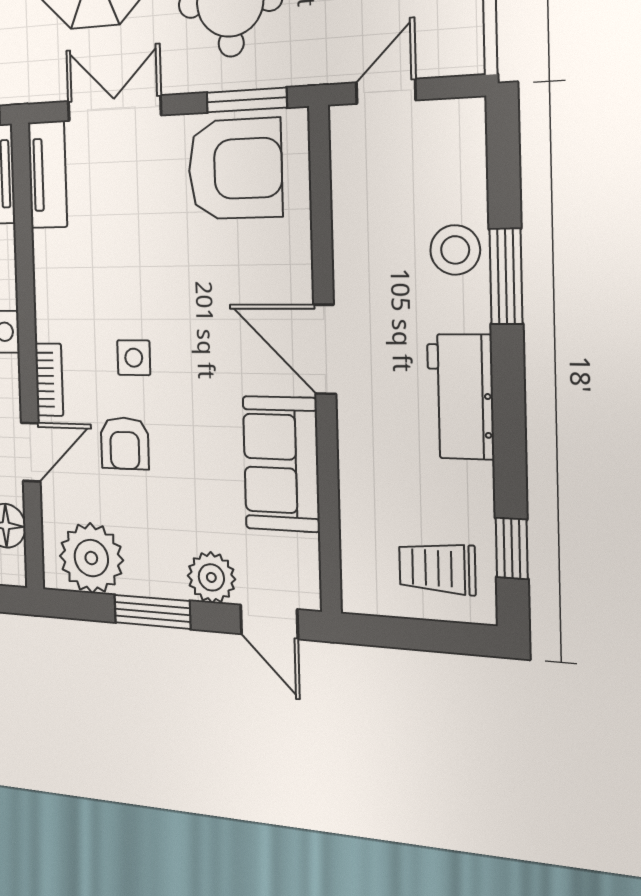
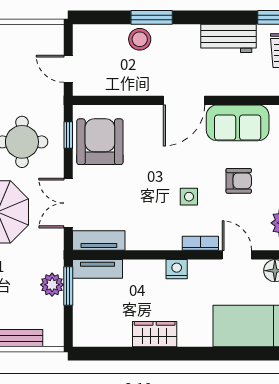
window: (247, 100) -> (68, 135), width x0.67
workbench: (460, 397) -> (228, 38), moved
armchair: (125, 443) -> (239, 181), moved

